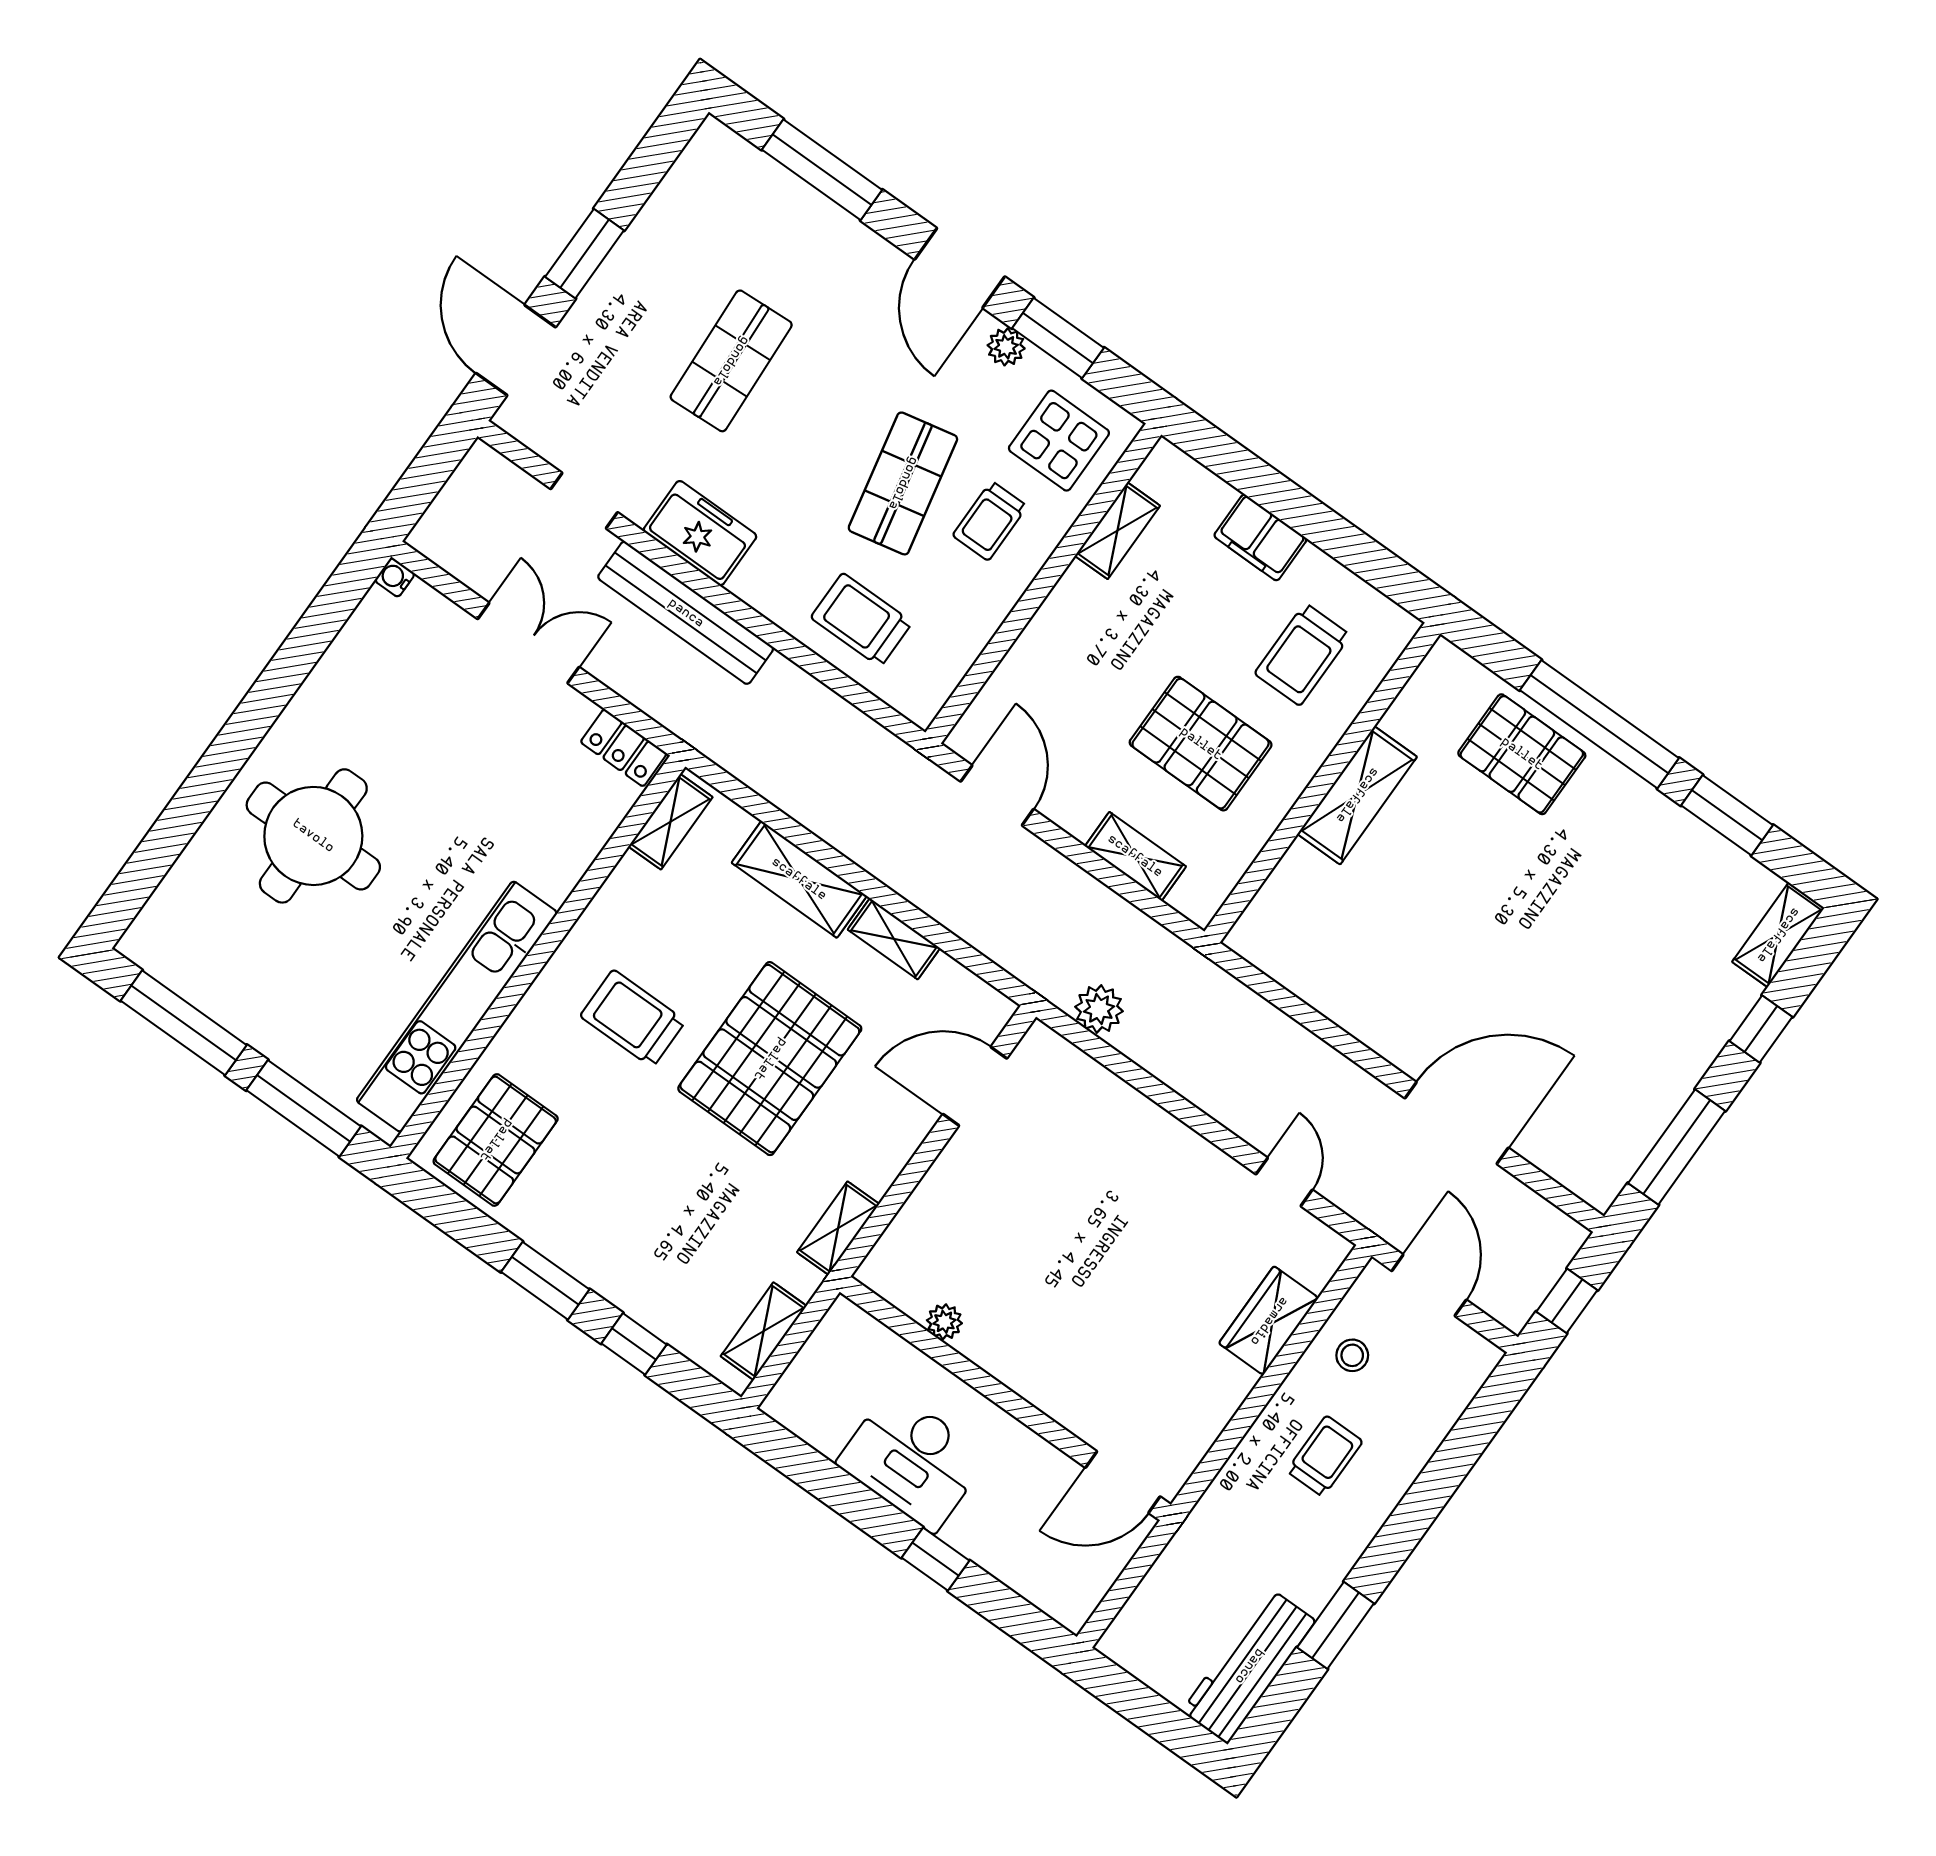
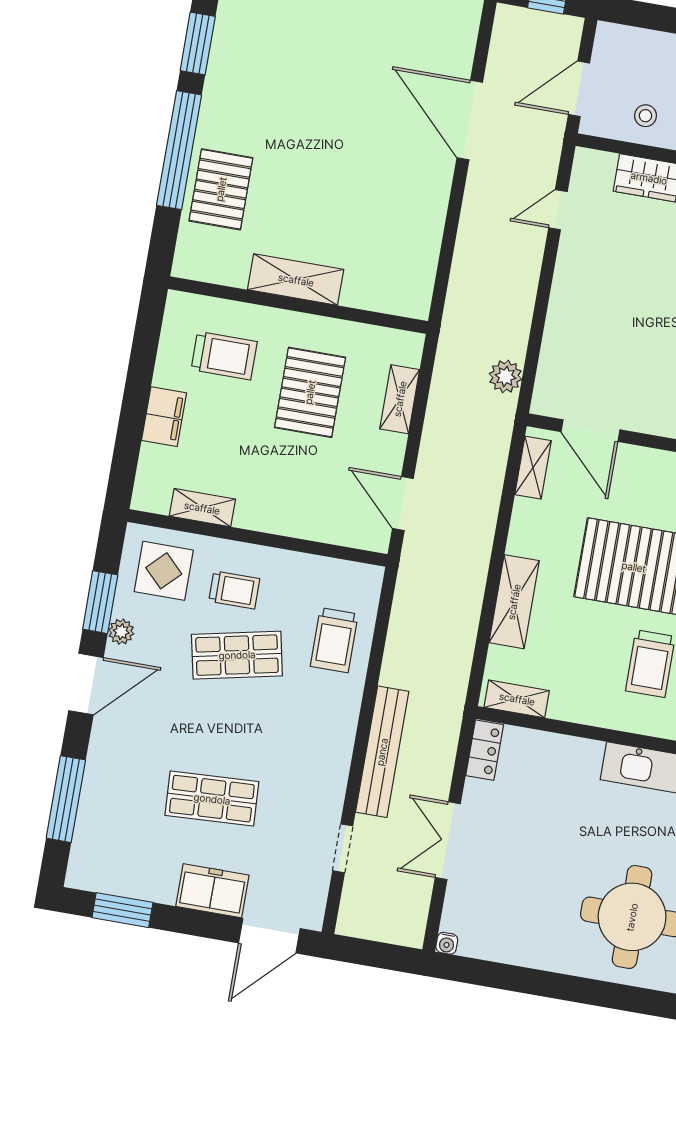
window: (585, 254) -> (122, 910), moved
freezer: (700, 533) -> (212, 891), moved, turned 90
door: (997, 795) -> (403, 504), hinge flipped
shelving: (894, 939) -> (533, 468), moved

